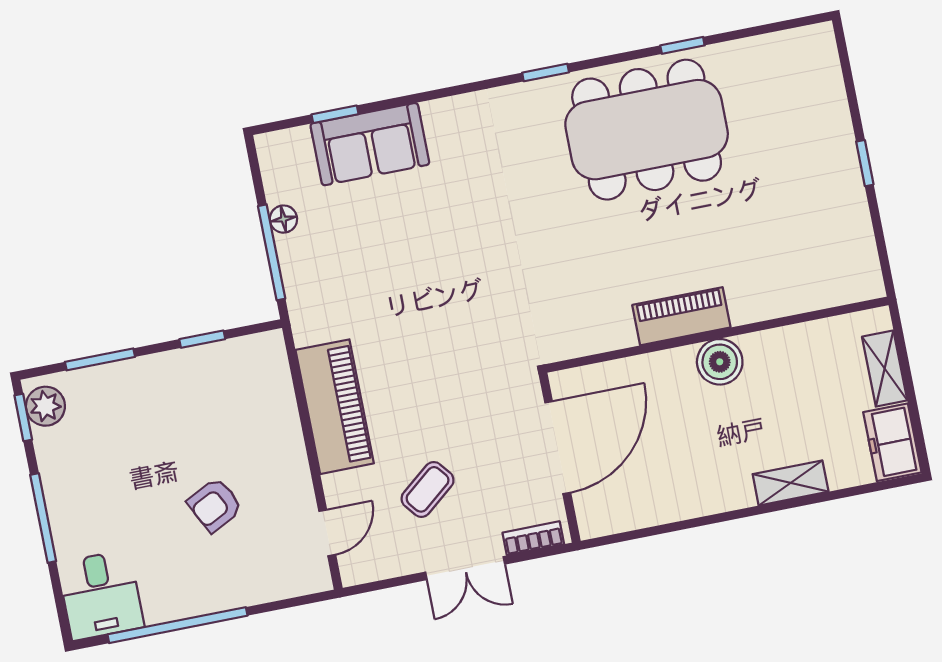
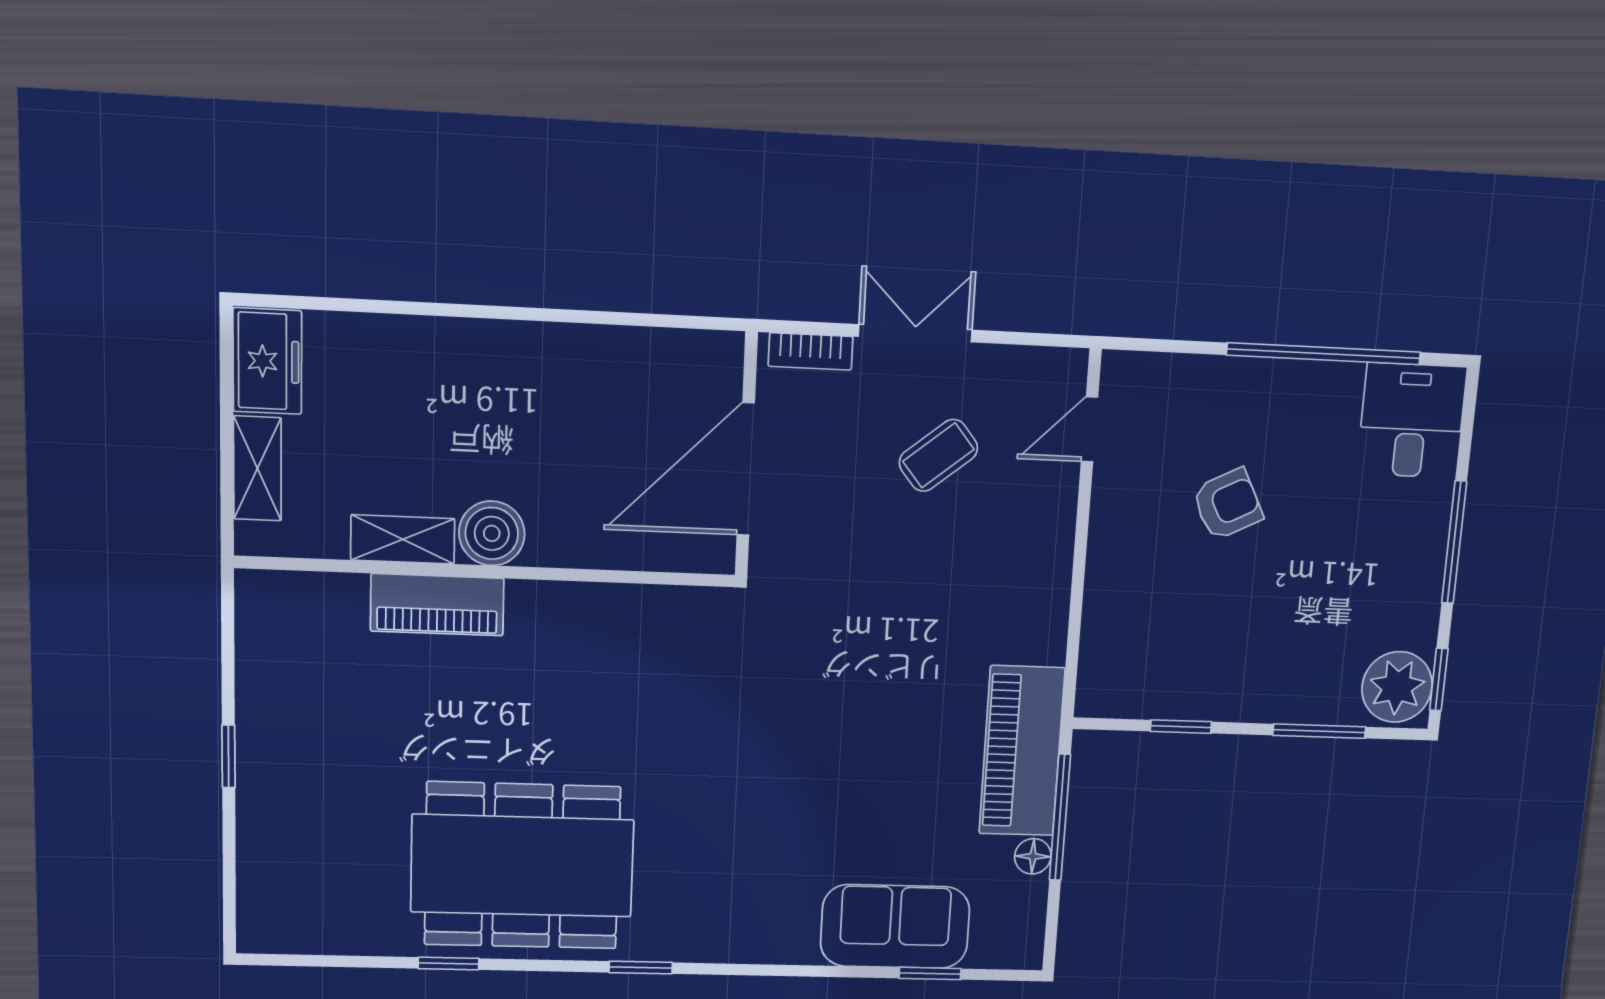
piano: (681, 316) -> (437, 605), moved
plant: (45, 406) -> (1397, 687), width x1.36, depth x1.36
piano: (335, 407) -> (1022, 751), moved
shelving: (791, 483) -> (403, 539), moved

